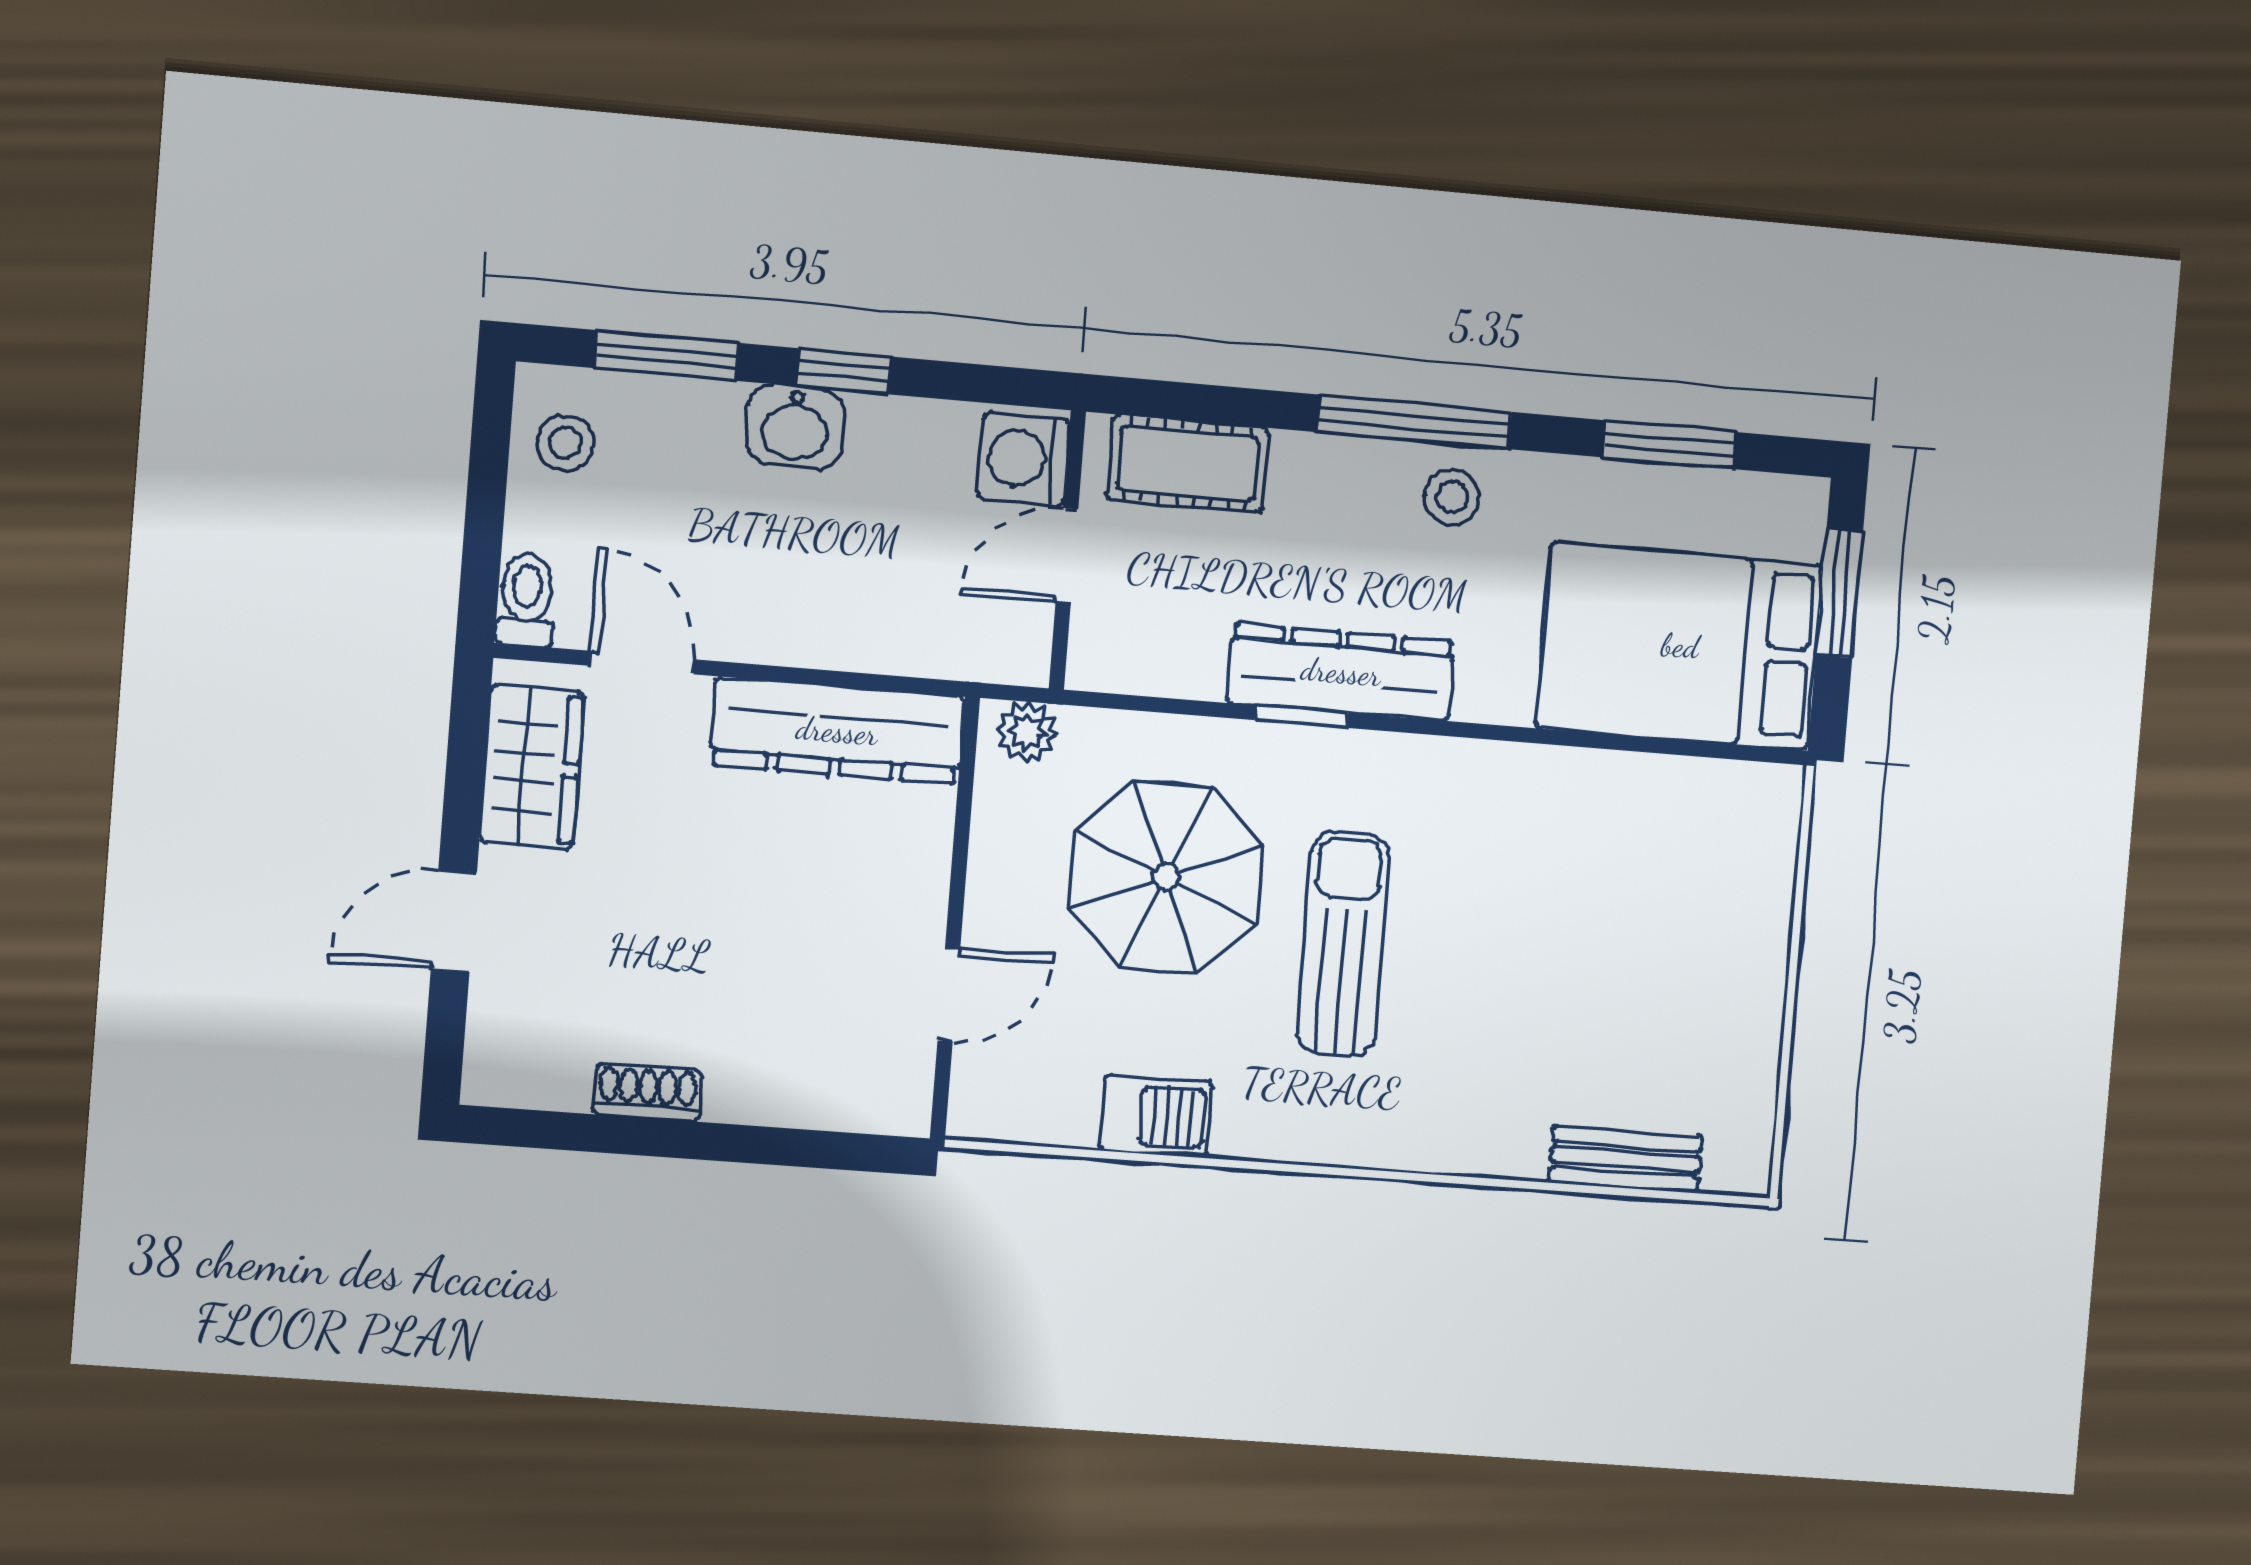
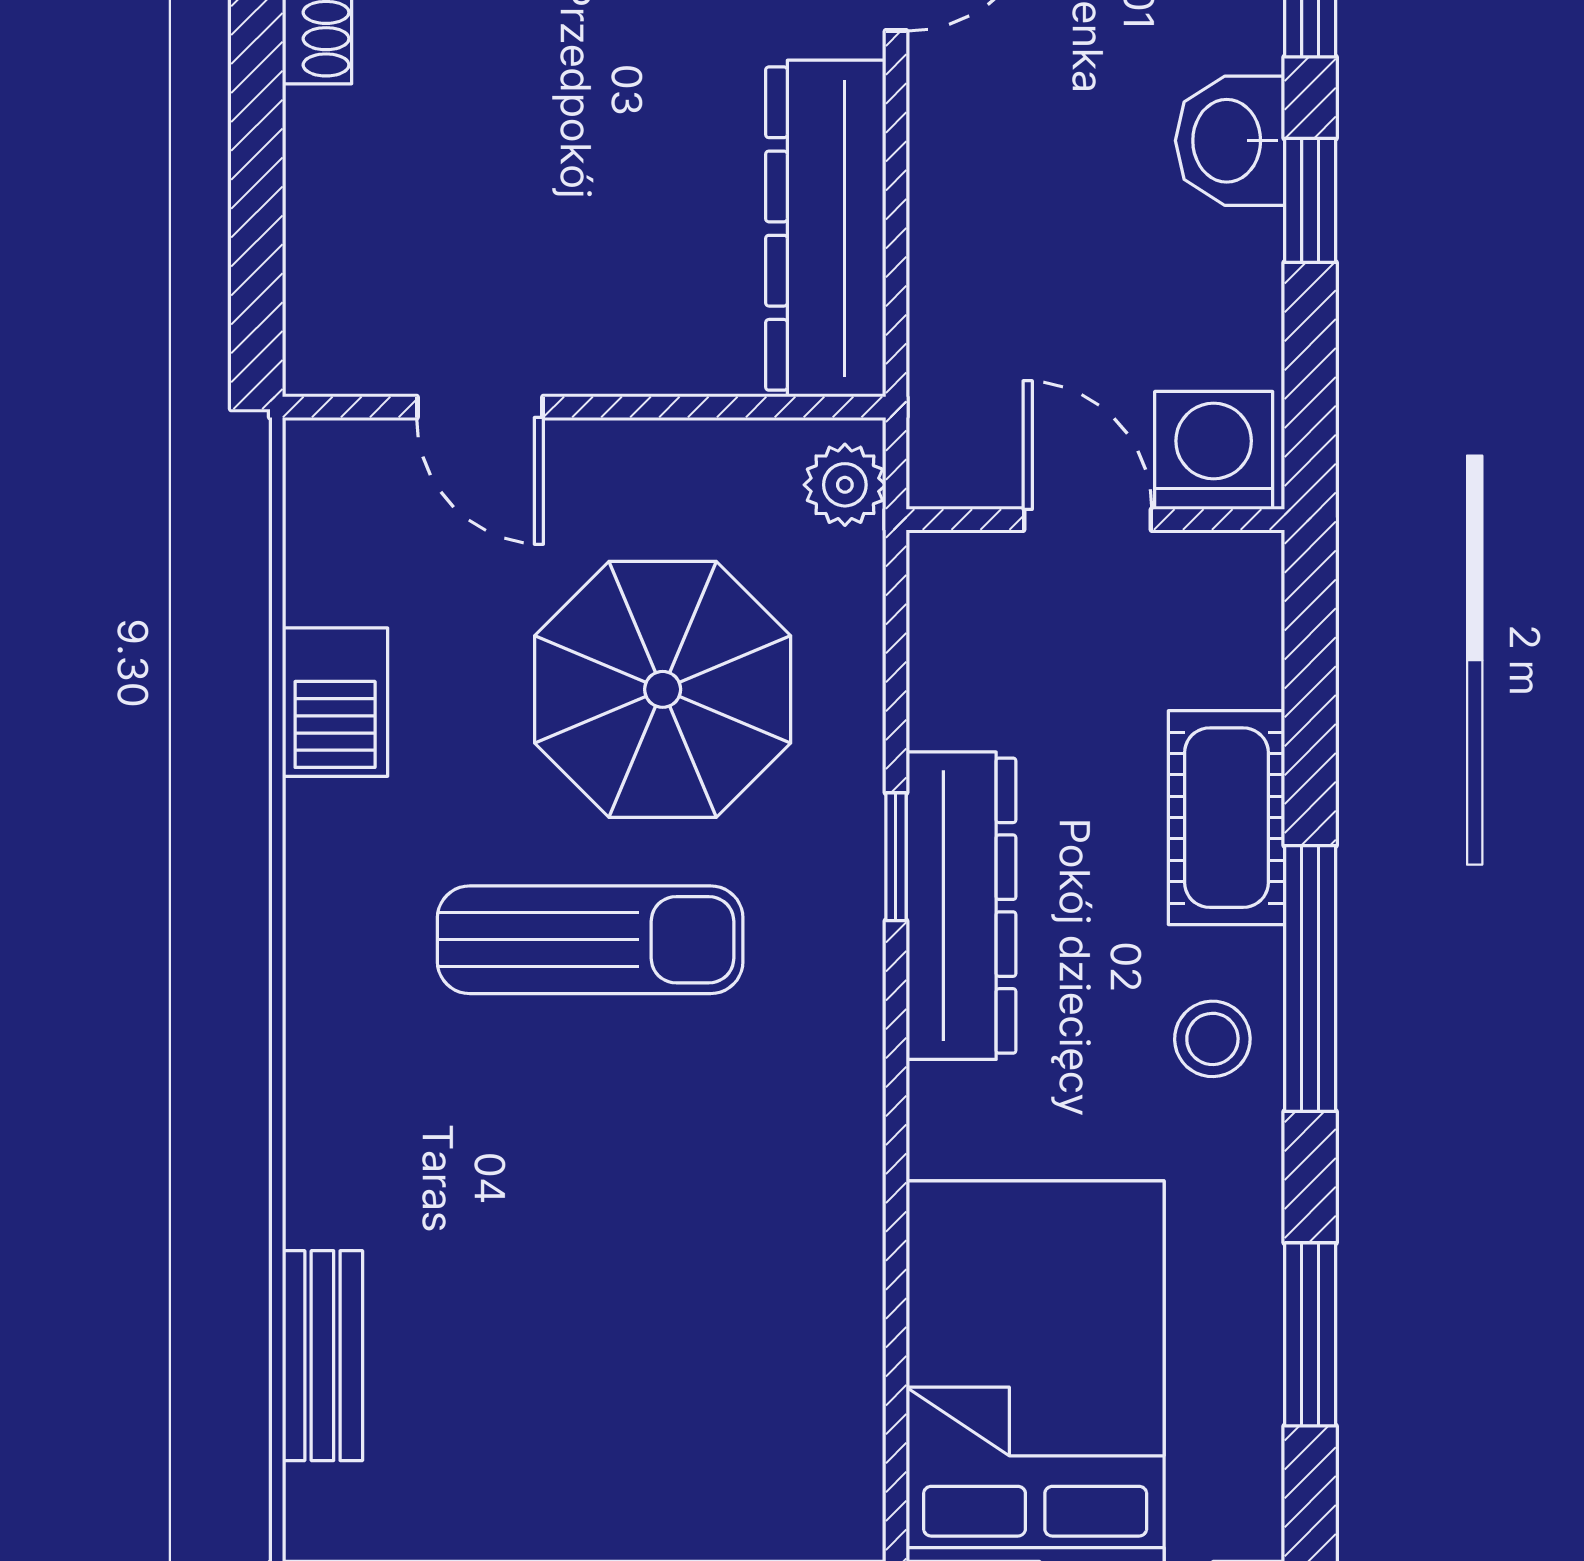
cot: (1188, 464) -> (1226, 818), moved

